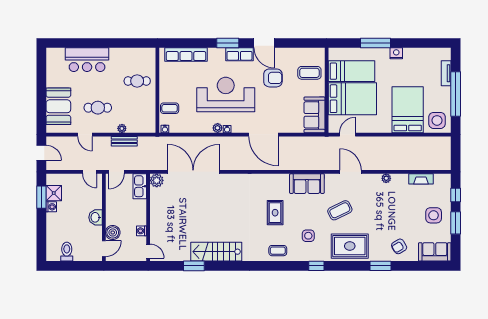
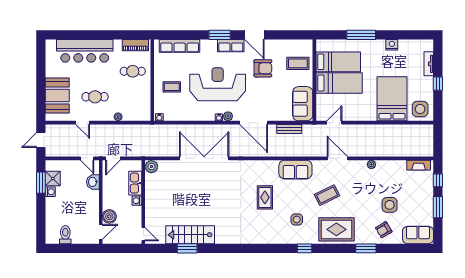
nightstand: (396, 53) -> (392, 45), moved
piano: (140, 54) -> (135, 45), added
bar counter: (87, 60) -> (85, 51), width x1.36
window: (456, 94) -> (438, 84), width x0.32
bed: (352, 99) -> (339, 83), width x0.67
coffee table: (170, 108) -> (172, 87), moved
plant: (218, 128) -> (228, 116), moved
bench: (124, 141) -> (289, 129), moved
door: (41, 153) -> (41, 140), swing flipped
double door: (193, 172) -> (204, 158), moved
fireplace: (421, 179) -> (419, 165), moved
kitchen sink: (140, 186) -> (135, 183), moved
side table: (434, 215) -> (390, 205), moved
washbasin: (95, 217) -> (93, 182), moved
washing machine: (141, 231) -> (137, 201), moved
coffee table: (278, 251) -> (268, 234), removed
stairs: (216, 252) -> (190, 235), moved

